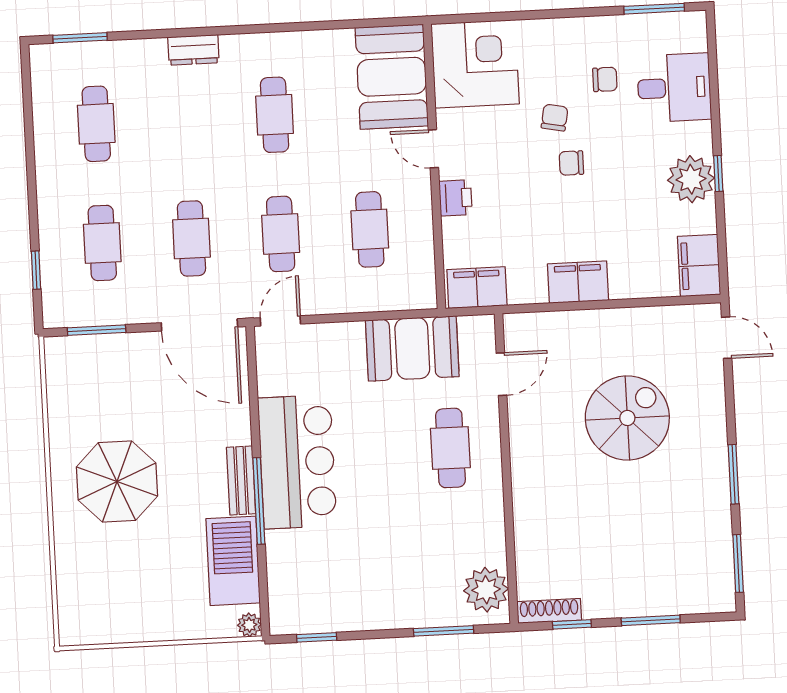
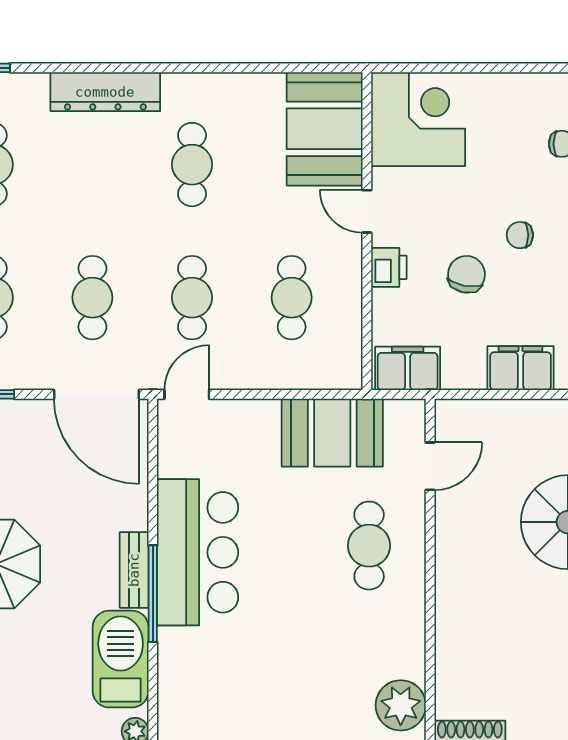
dresser: (193, 50) -> (105, 92), width x1.96, depth x1.24
chair: (555, 118) -> (466, 274), moved, width x1.37, depth x1.37

